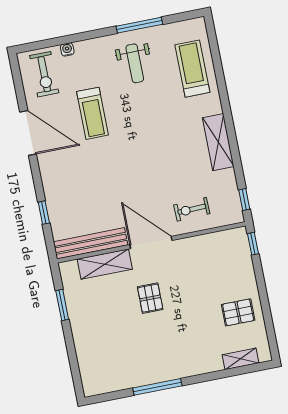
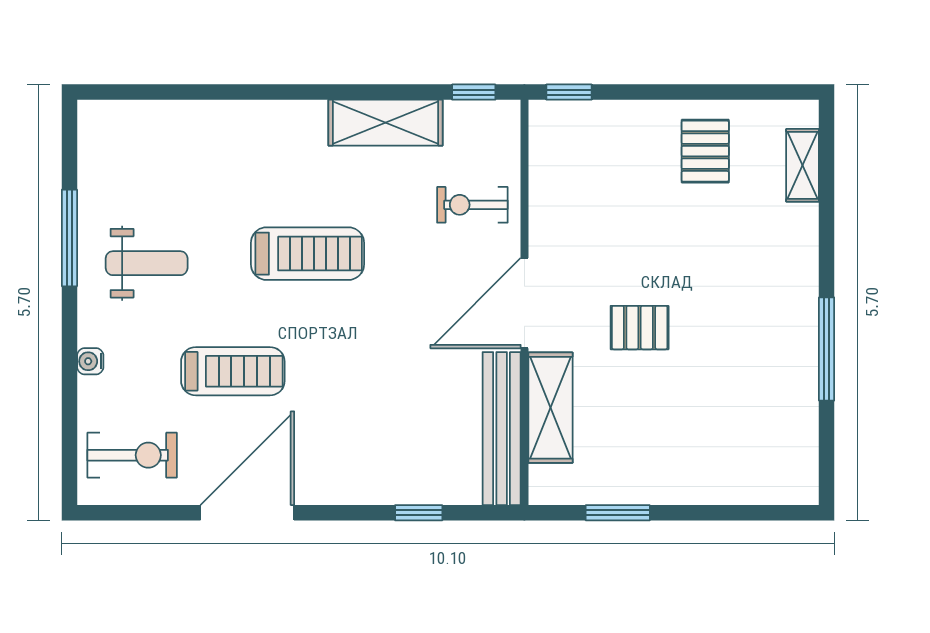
water cooler: (67, 50) -> (90, 361), moved
treadmill: (192, 69) -> (307, 254), moved, turned 180
shelving: (218, 142) -> (386, 123), moved
exercise bike: (192, 209) -> (472, 205), turned 92

